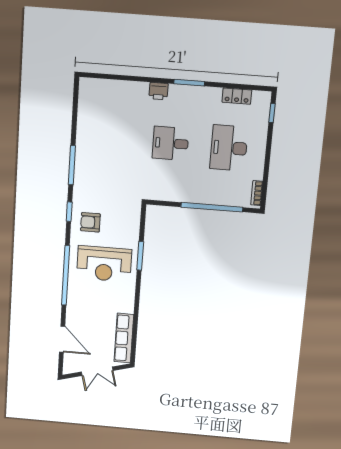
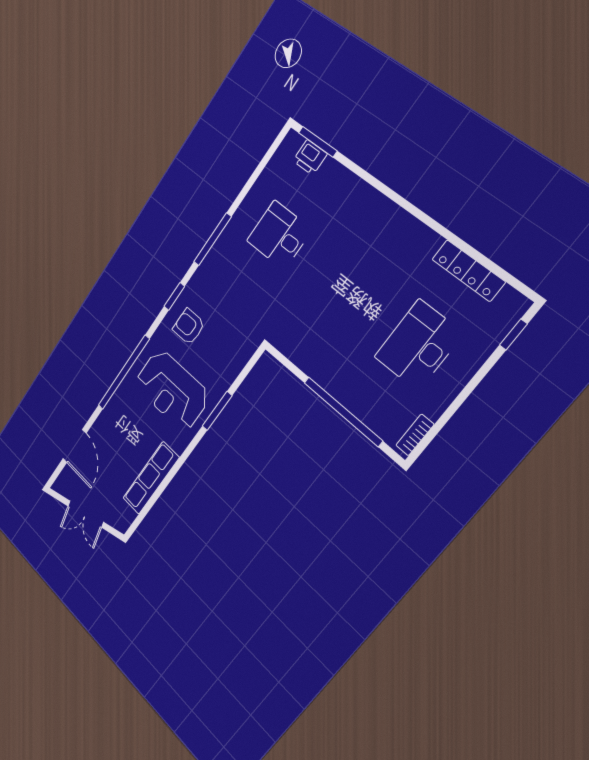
window: (189, 83) -> (318, 142), moved
printer: (158, 91) -> (310, 157), moved
locker: (237, 96) -> (468, 271), width x1.53
desk: (170, 143) -> (279, 235), moved
row of seats: (124, 338) -> (151, 478), moved

